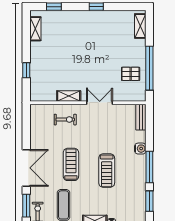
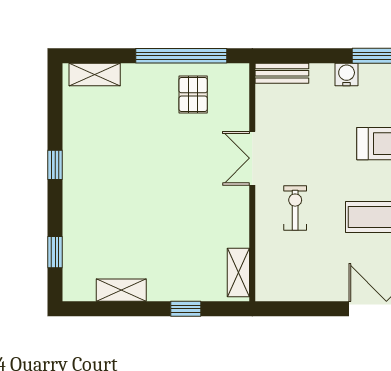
shelving: (35, 29) -> (121, 290), moved
shelving: (69, 96) -> (238, 272), moved
exercise bike: (65, 120) -> (295, 208), moved

